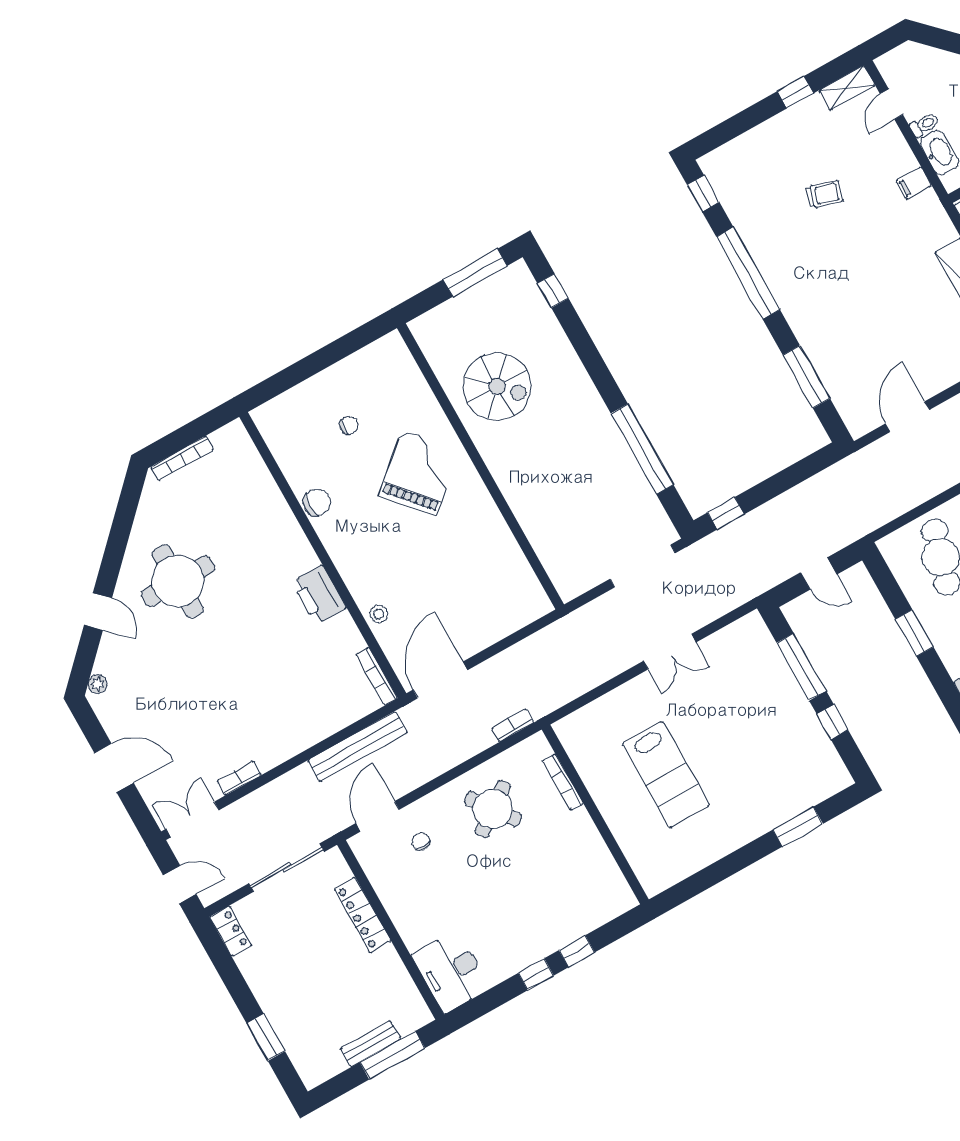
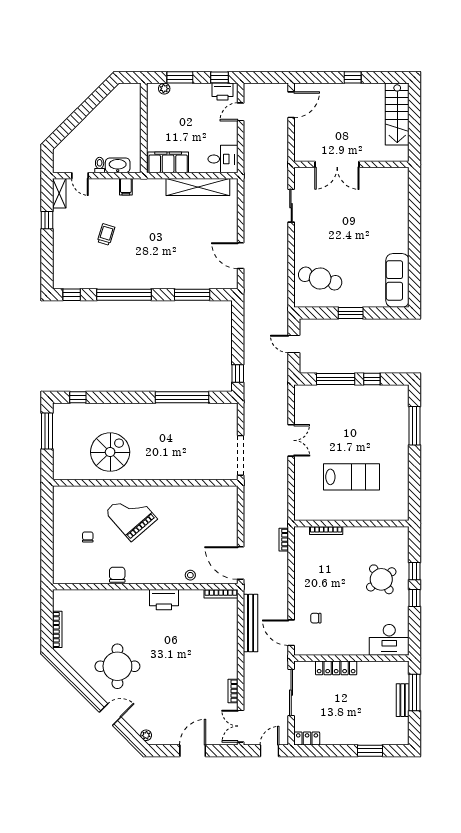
doorway: (643, 566) -> (241, 455), moved
door: (819, 573) -> (294, 344), swing flipped
round table: (493, 809) -> (381, 579), moved
window: (798, 827) -> (415, 426), width x1.44

